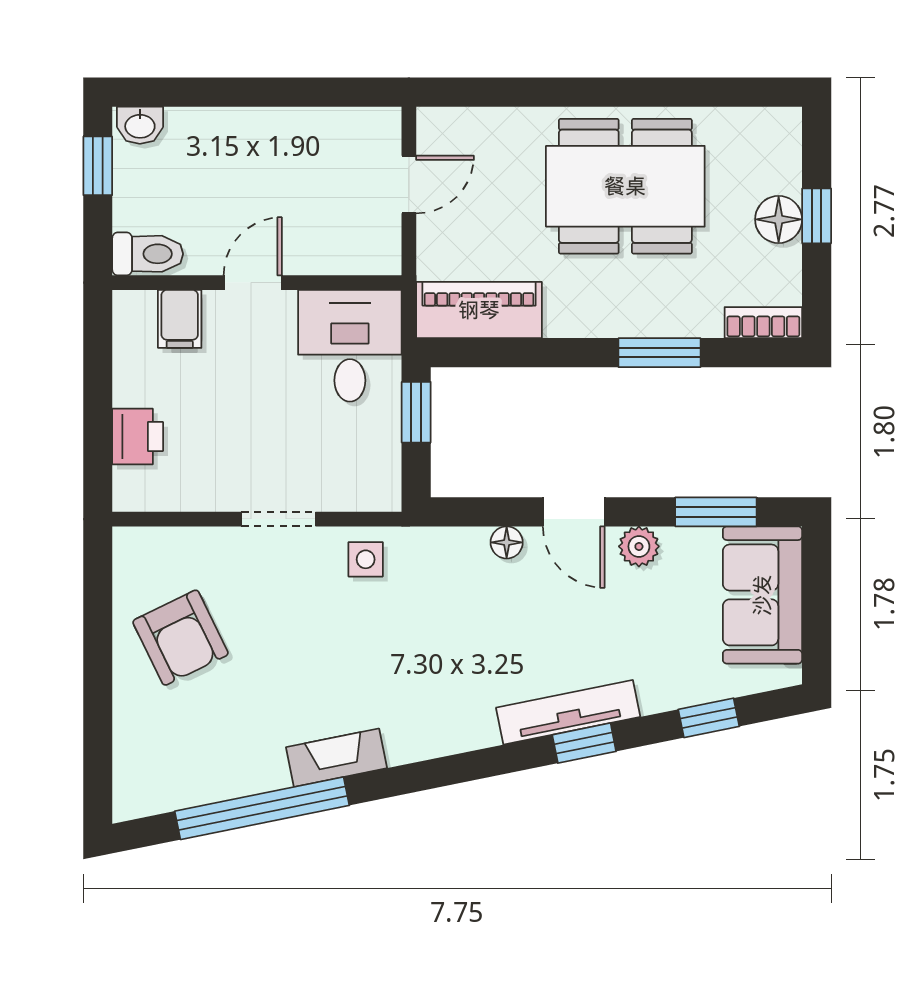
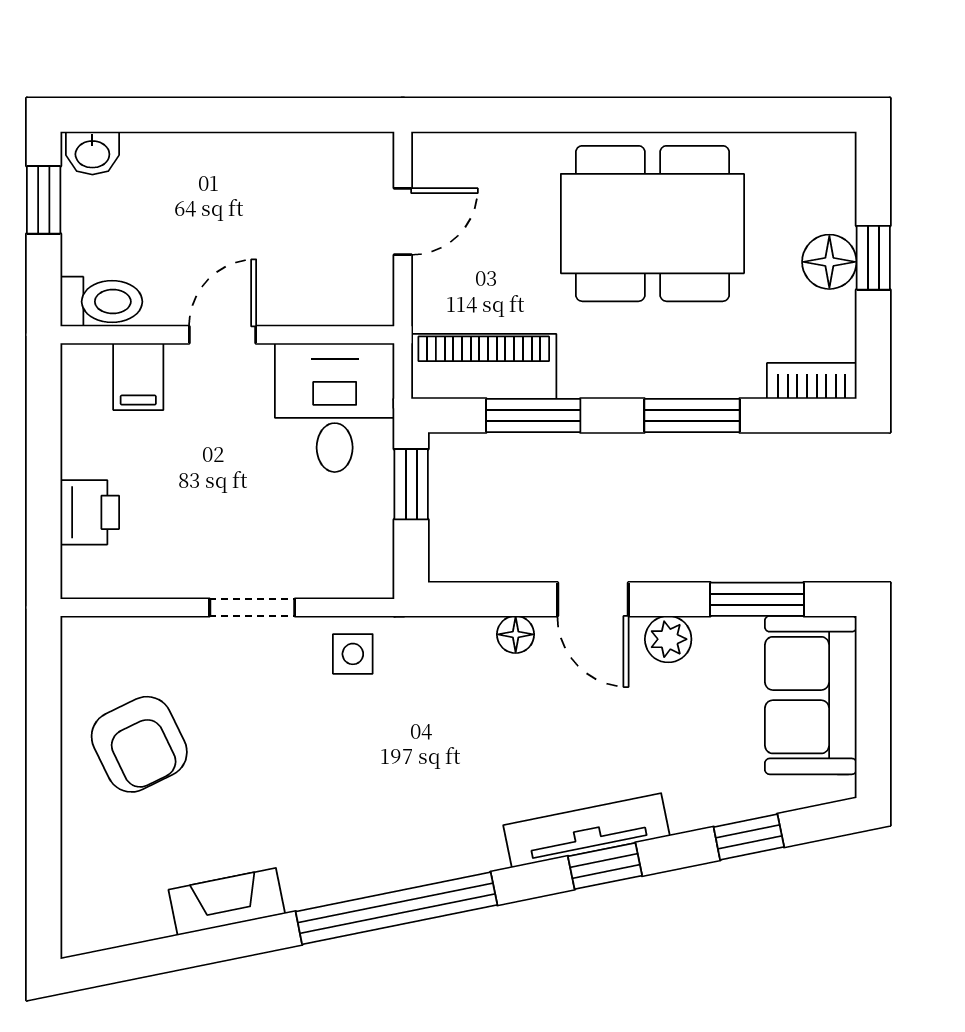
window: (522, 353) -> (533, 415), added
fireplace: (337, 758) -> (227, 902), moved
window: (262, 808) -> (396, 908), moved

